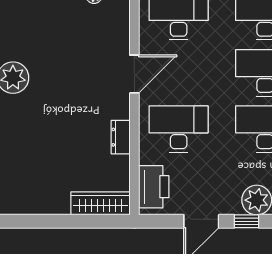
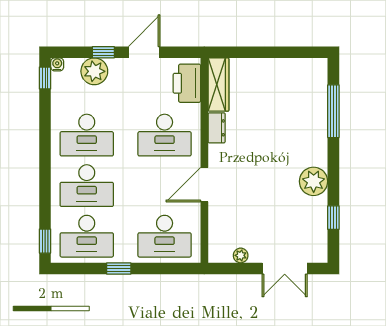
wardrobe: (100, 203) -> (218, 85), moved, turned -90

